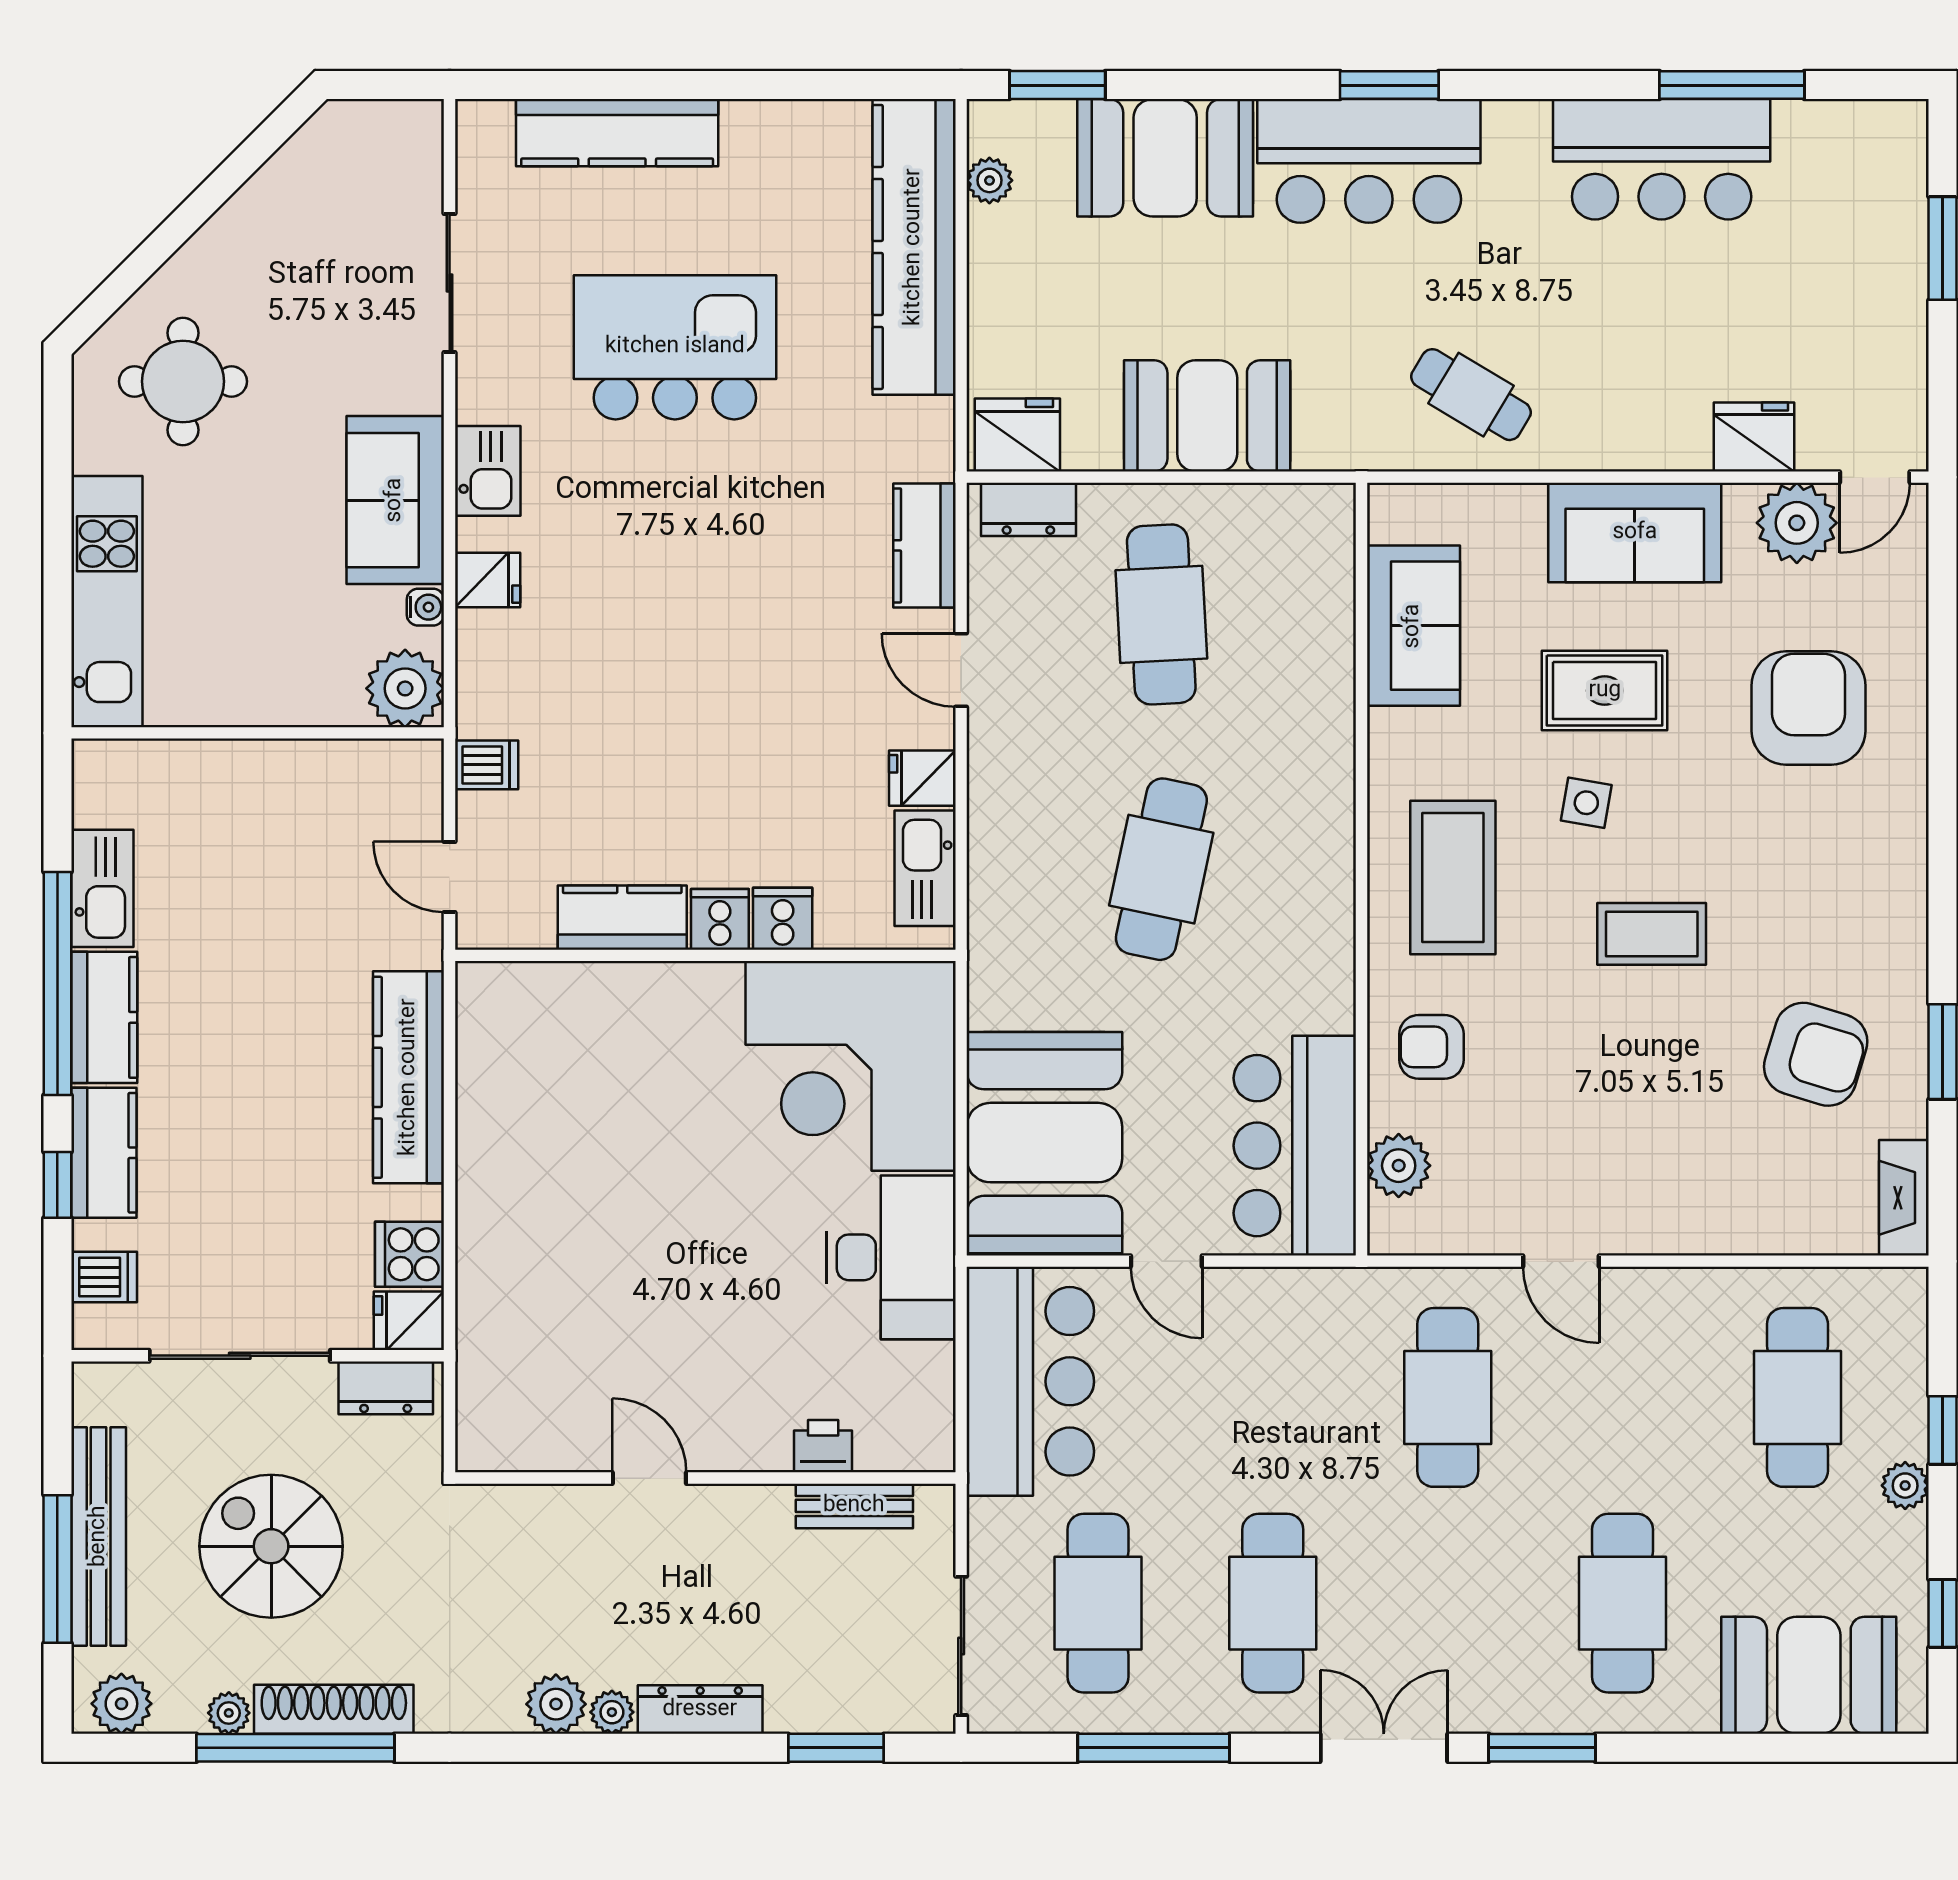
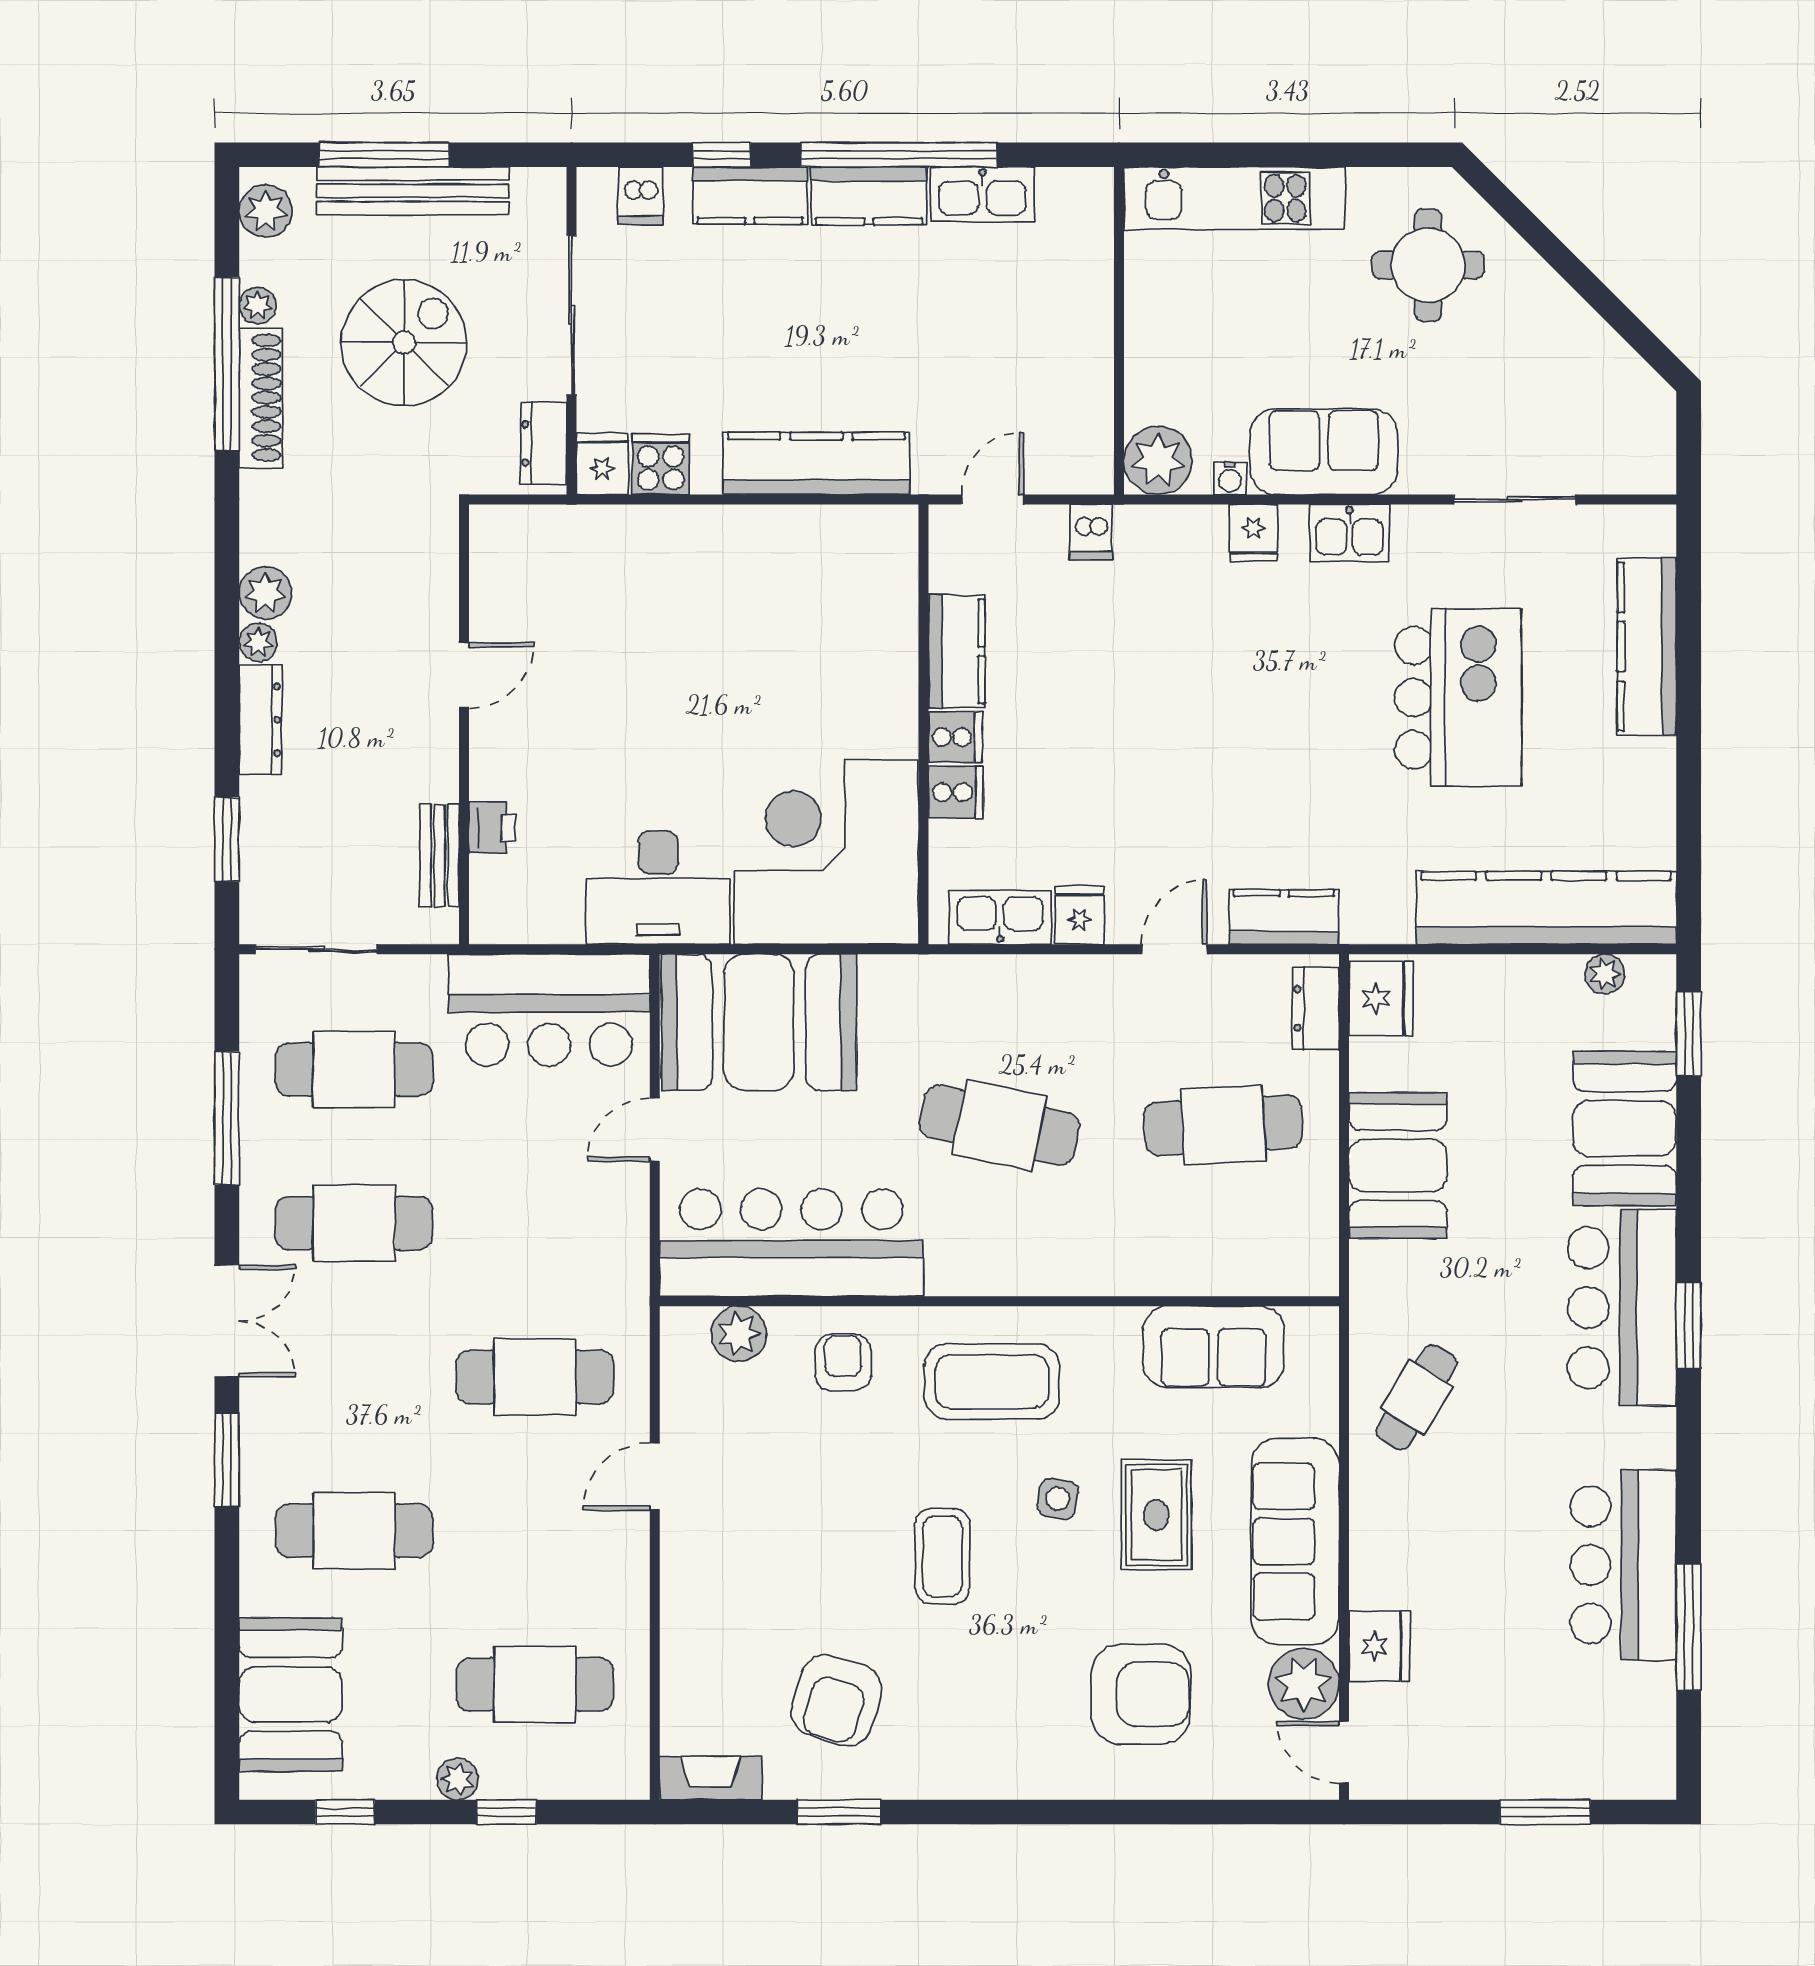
sofa: (1635, 533) -> (1295, 1541), width x1.36
bar counter: (1295, 1146) -> (791, 1243), width x1.36

